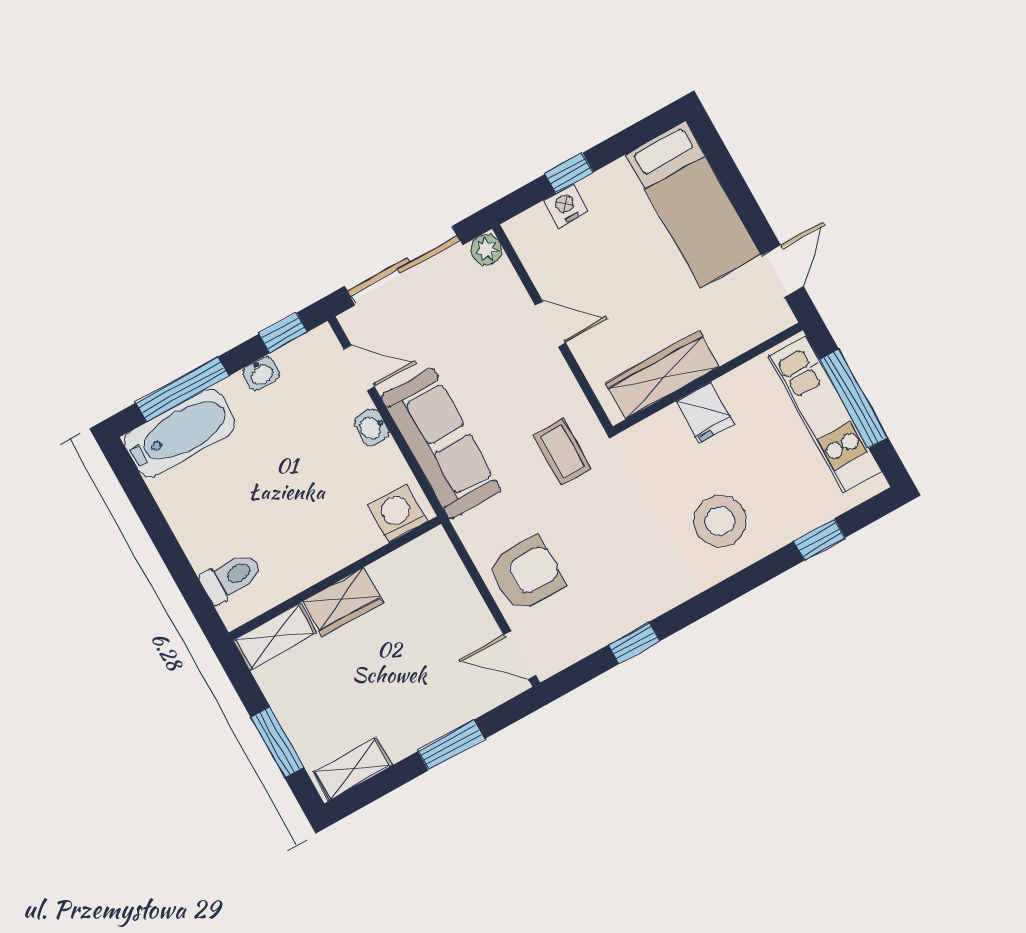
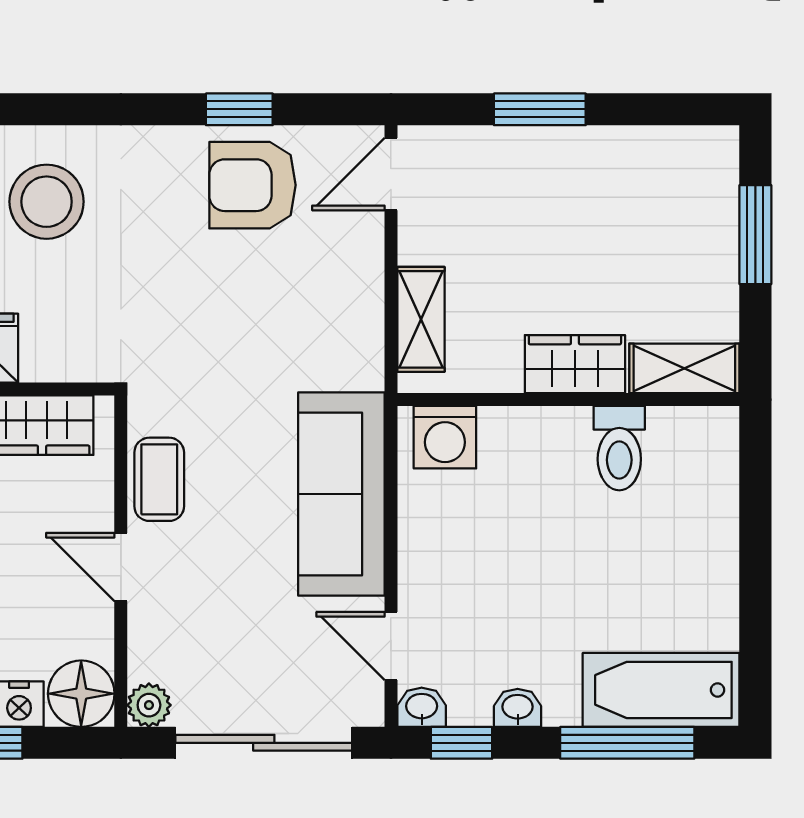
floor lamp: (532, 233) -> (81, 694), added
washbasin: (372, 427) -> (422, 707), moved, turned -90
coffee table: (562, 452) -> (159, 479), moved
armchair: (526, 574) -> (252, 185), moved
toilet: (232, 577) -> (619, 448), moved, turned -90
door: (520, 655) -> (391, 174), swing flipped
shelving: (353, 769) -> (421, 319), moved, turned 90

